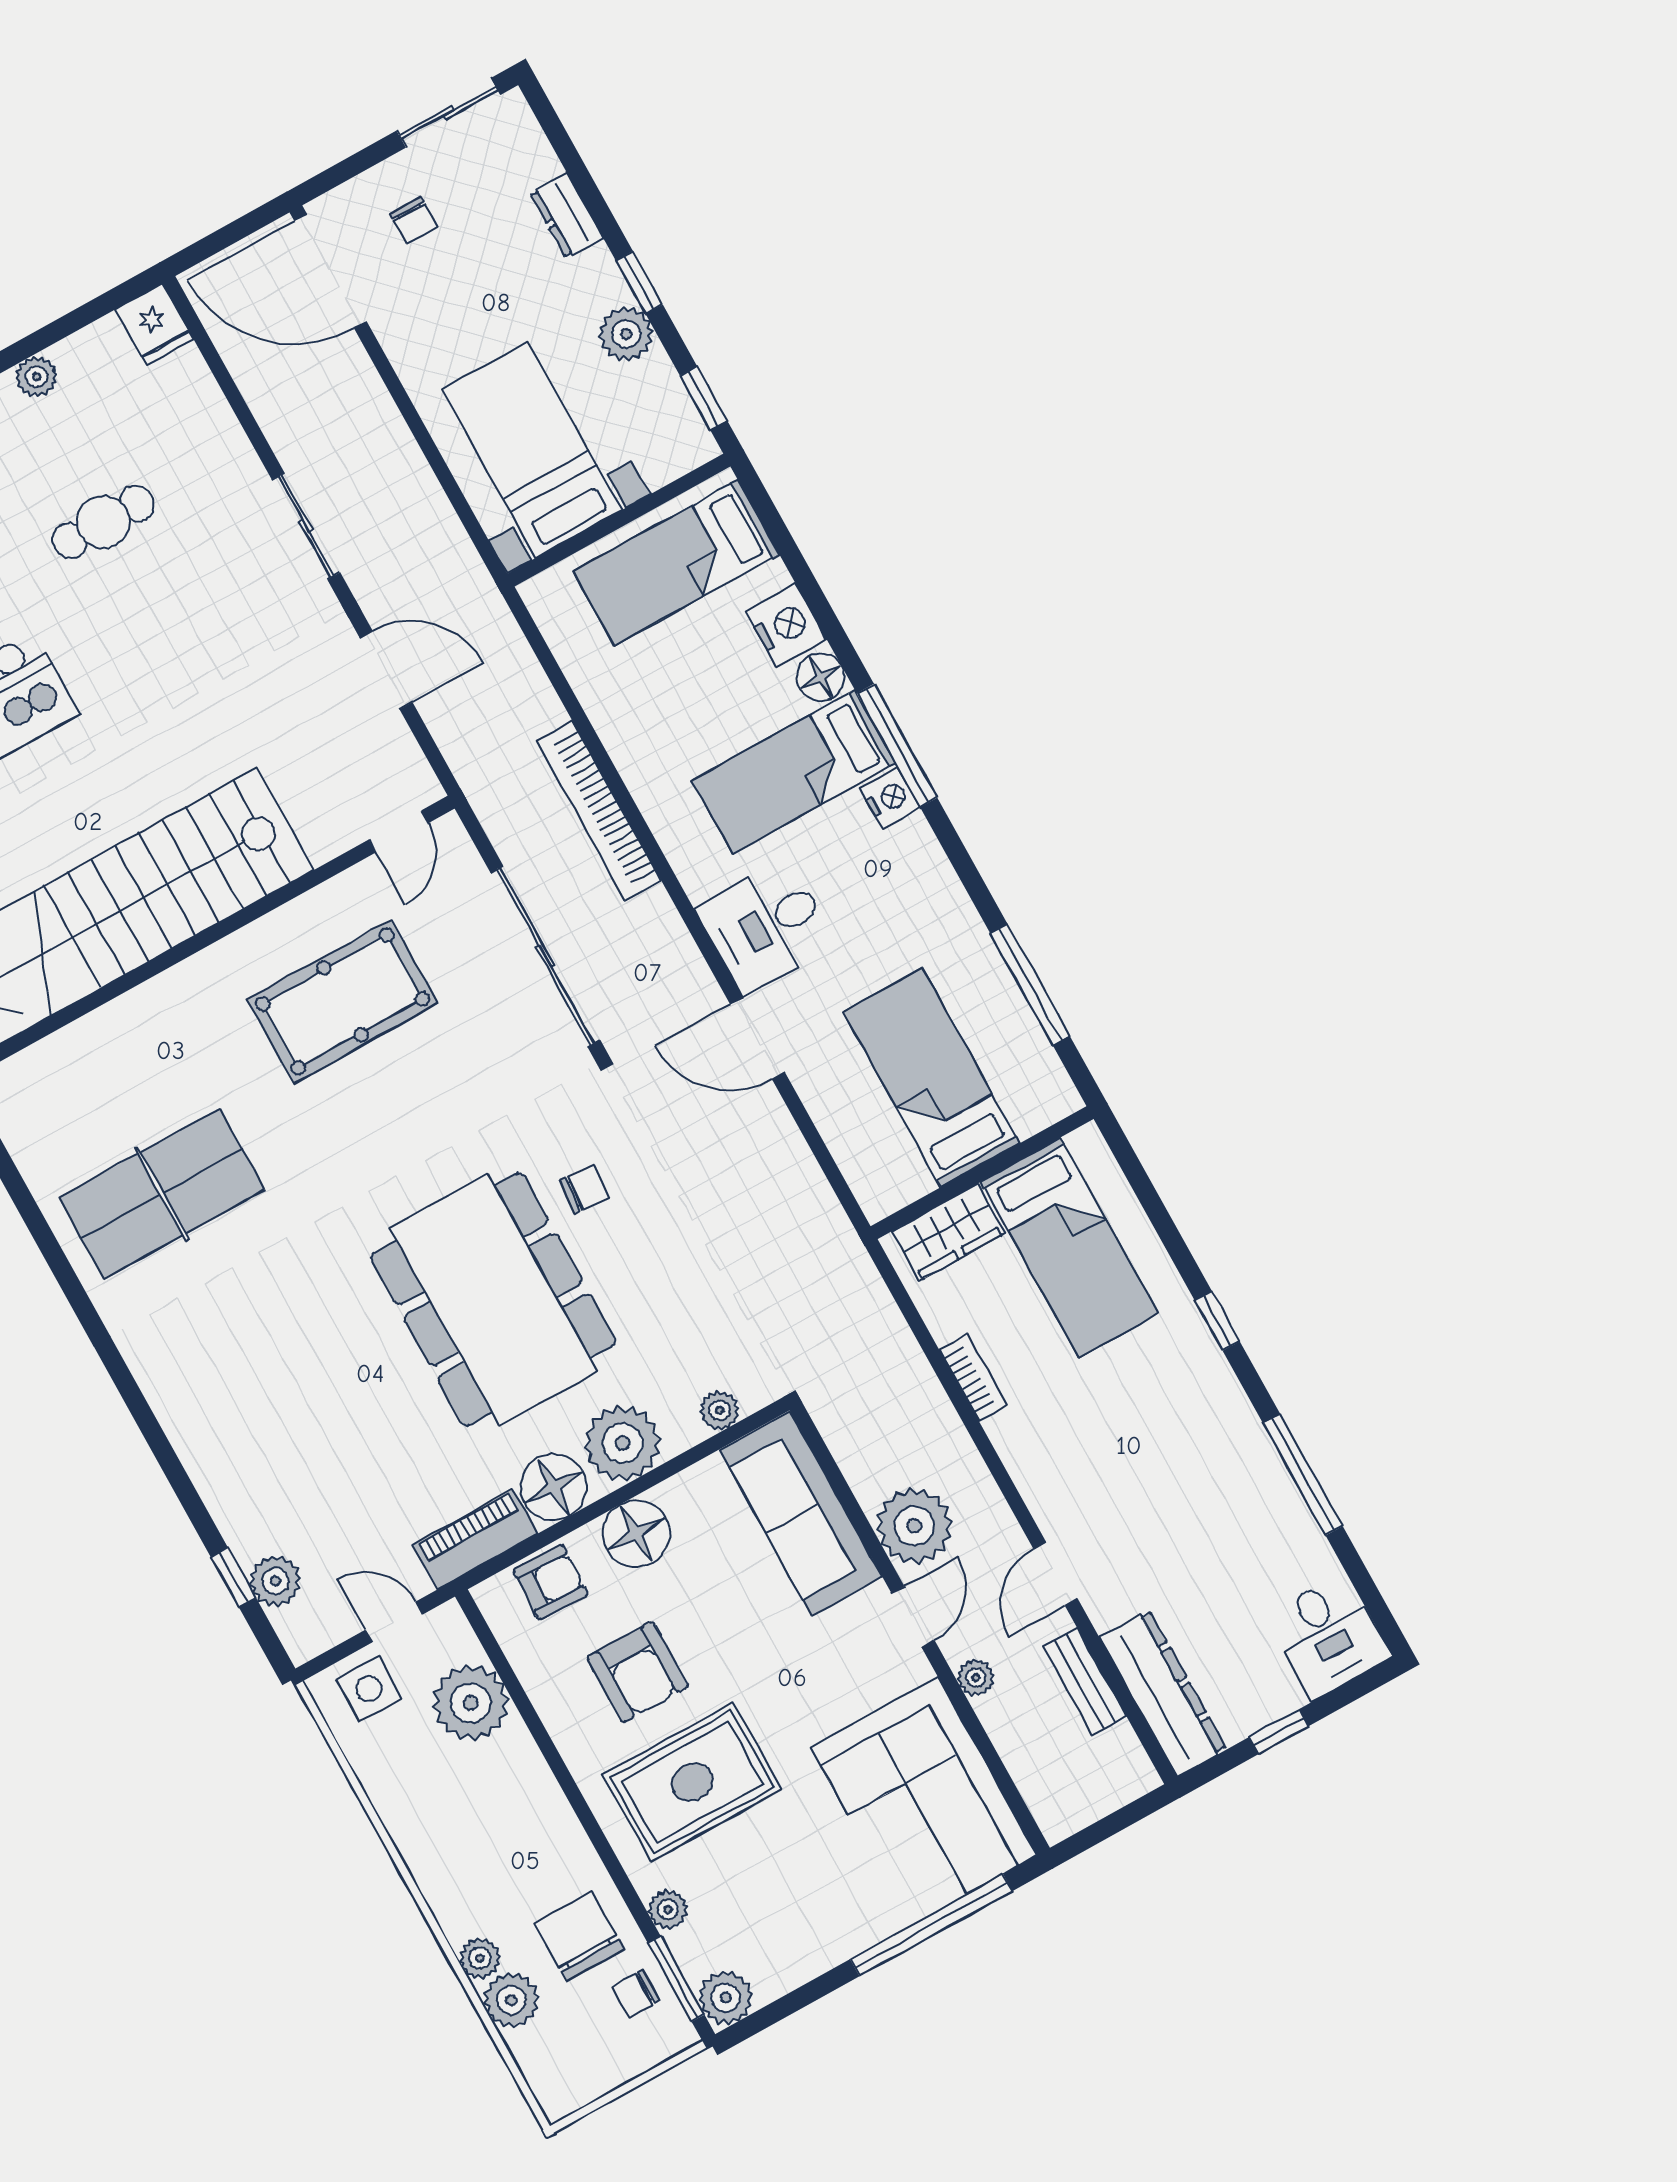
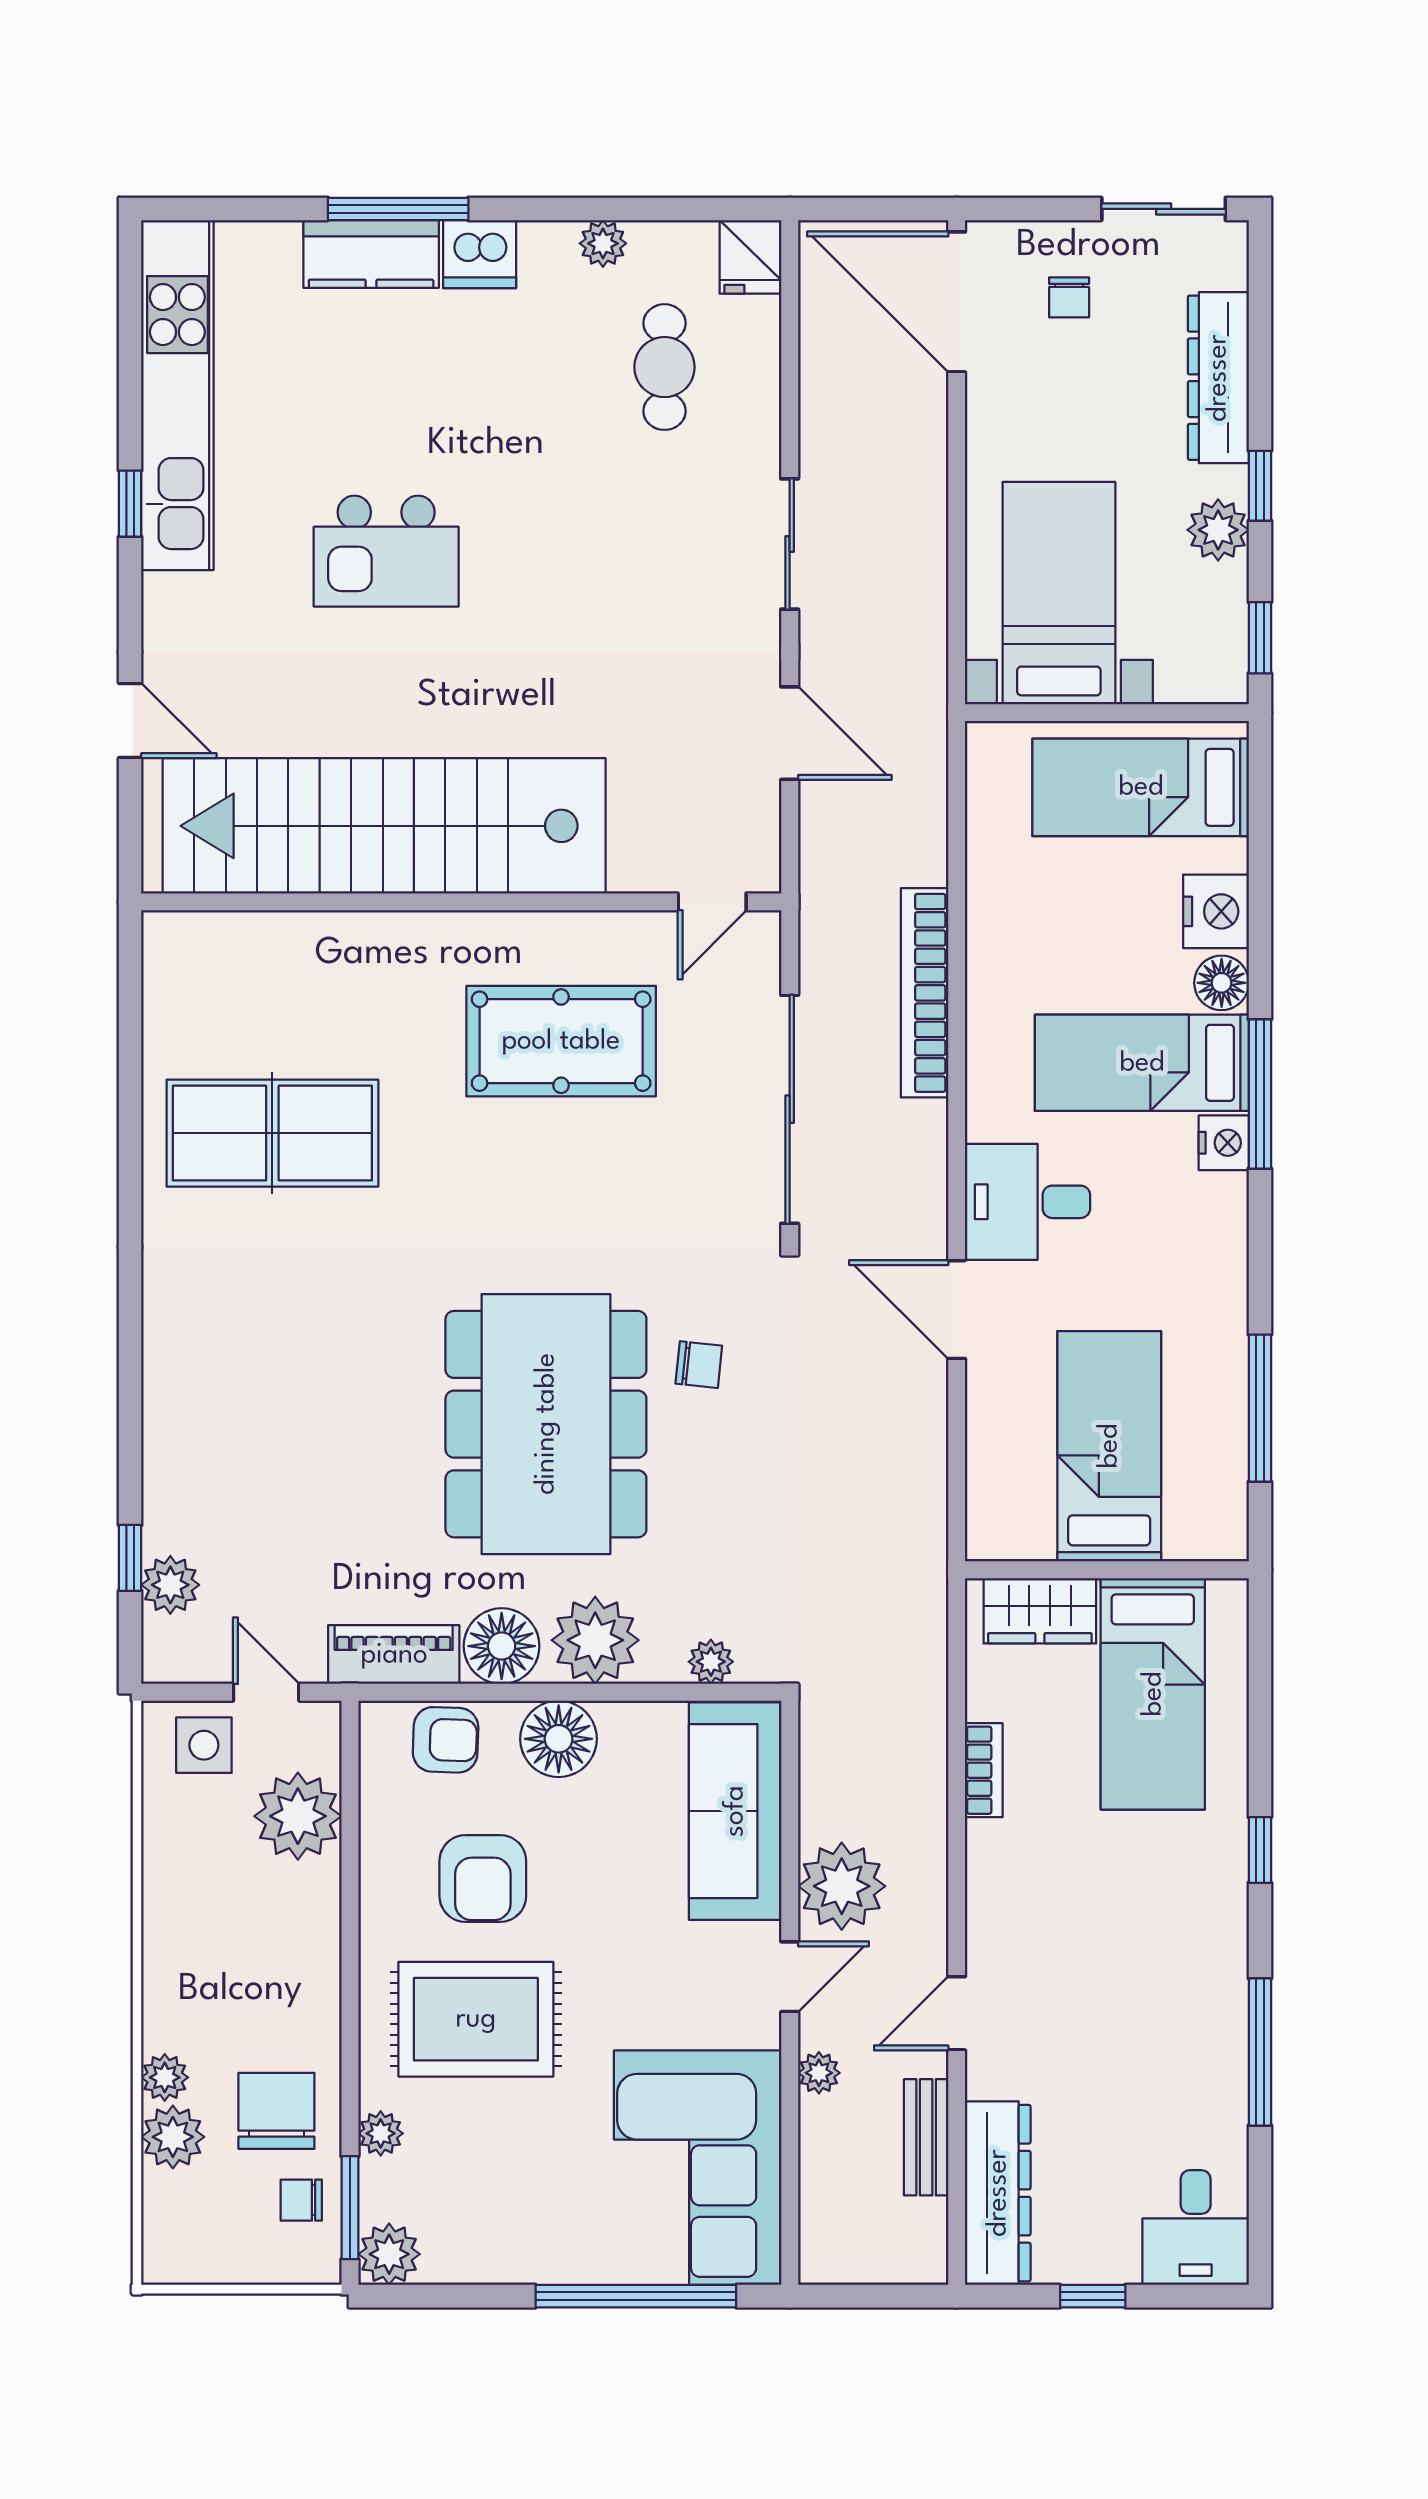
dresser: (566, 215) -> (1218, 378), width x1.96, depth x1.24
cafe table: (103, 522) -> (664, 367), moved, turned 90

